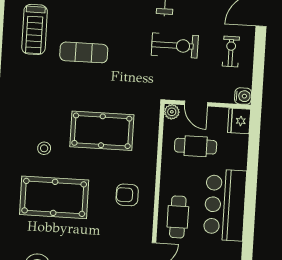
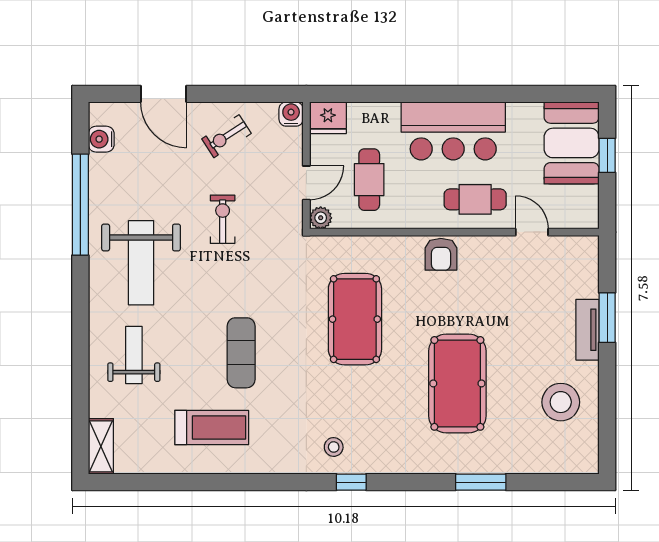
exercise bike: (175, 45) -> (223, 219), width x0.73, depth x0.72
exercise bike: (231, 51) -> (226, 136), turned -33
stool: (44, 148) -> (334, 447), moved
armchair: (127, 195) -> (441, 254), moved

